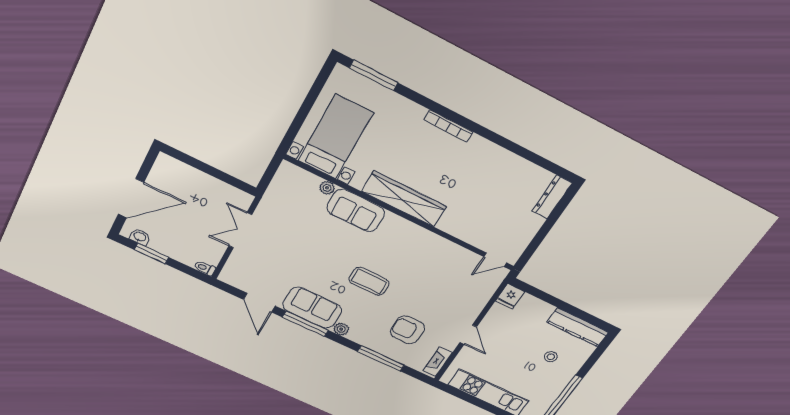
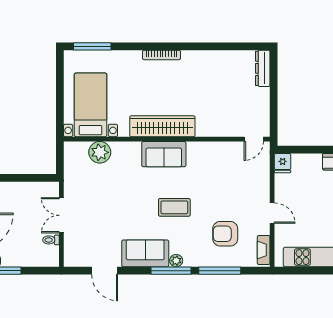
plant: (327, 188) -> (100, 152), width x1.88, depth x1.88
sofa: (356, 210) -> (164, 154), moved
toilet: (205, 268) -> (51, 240), moved
window: (305, 324) -> (171, 271), moved

